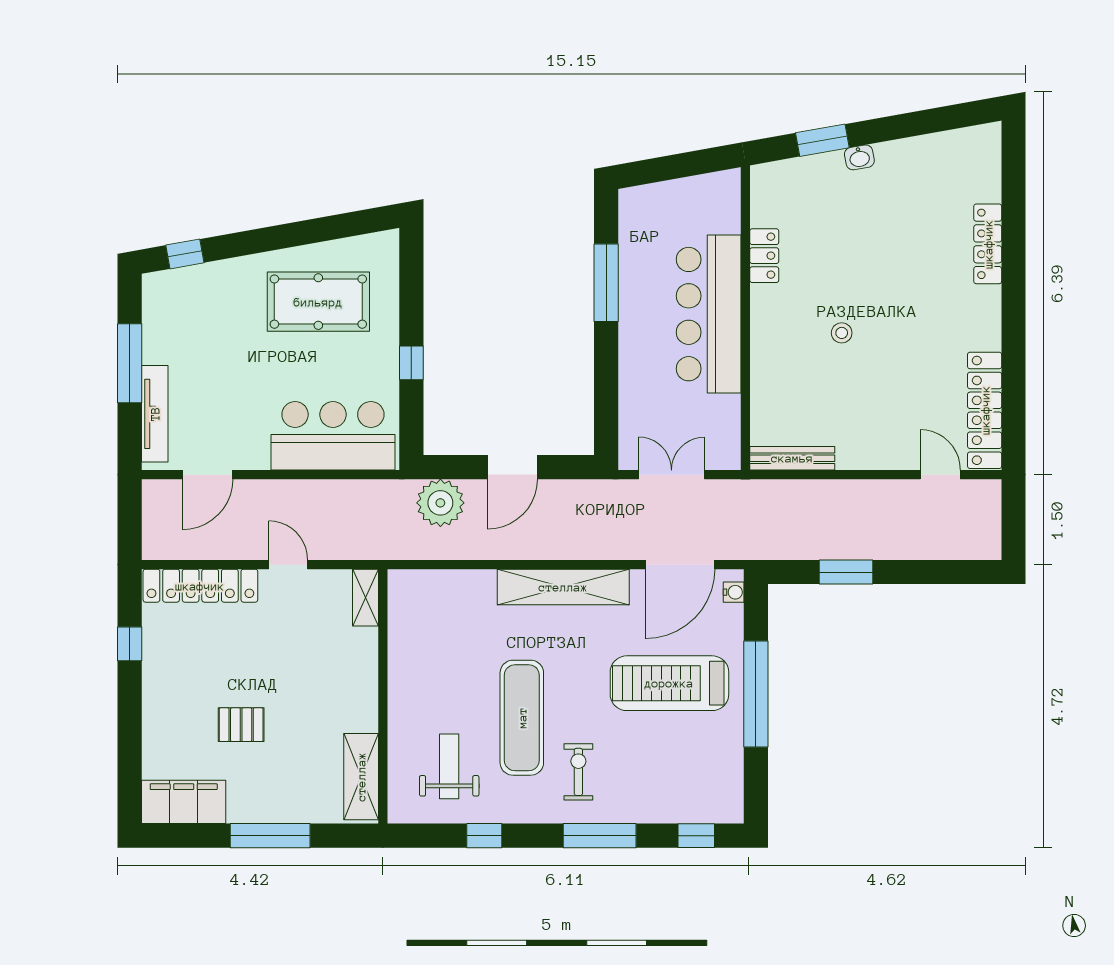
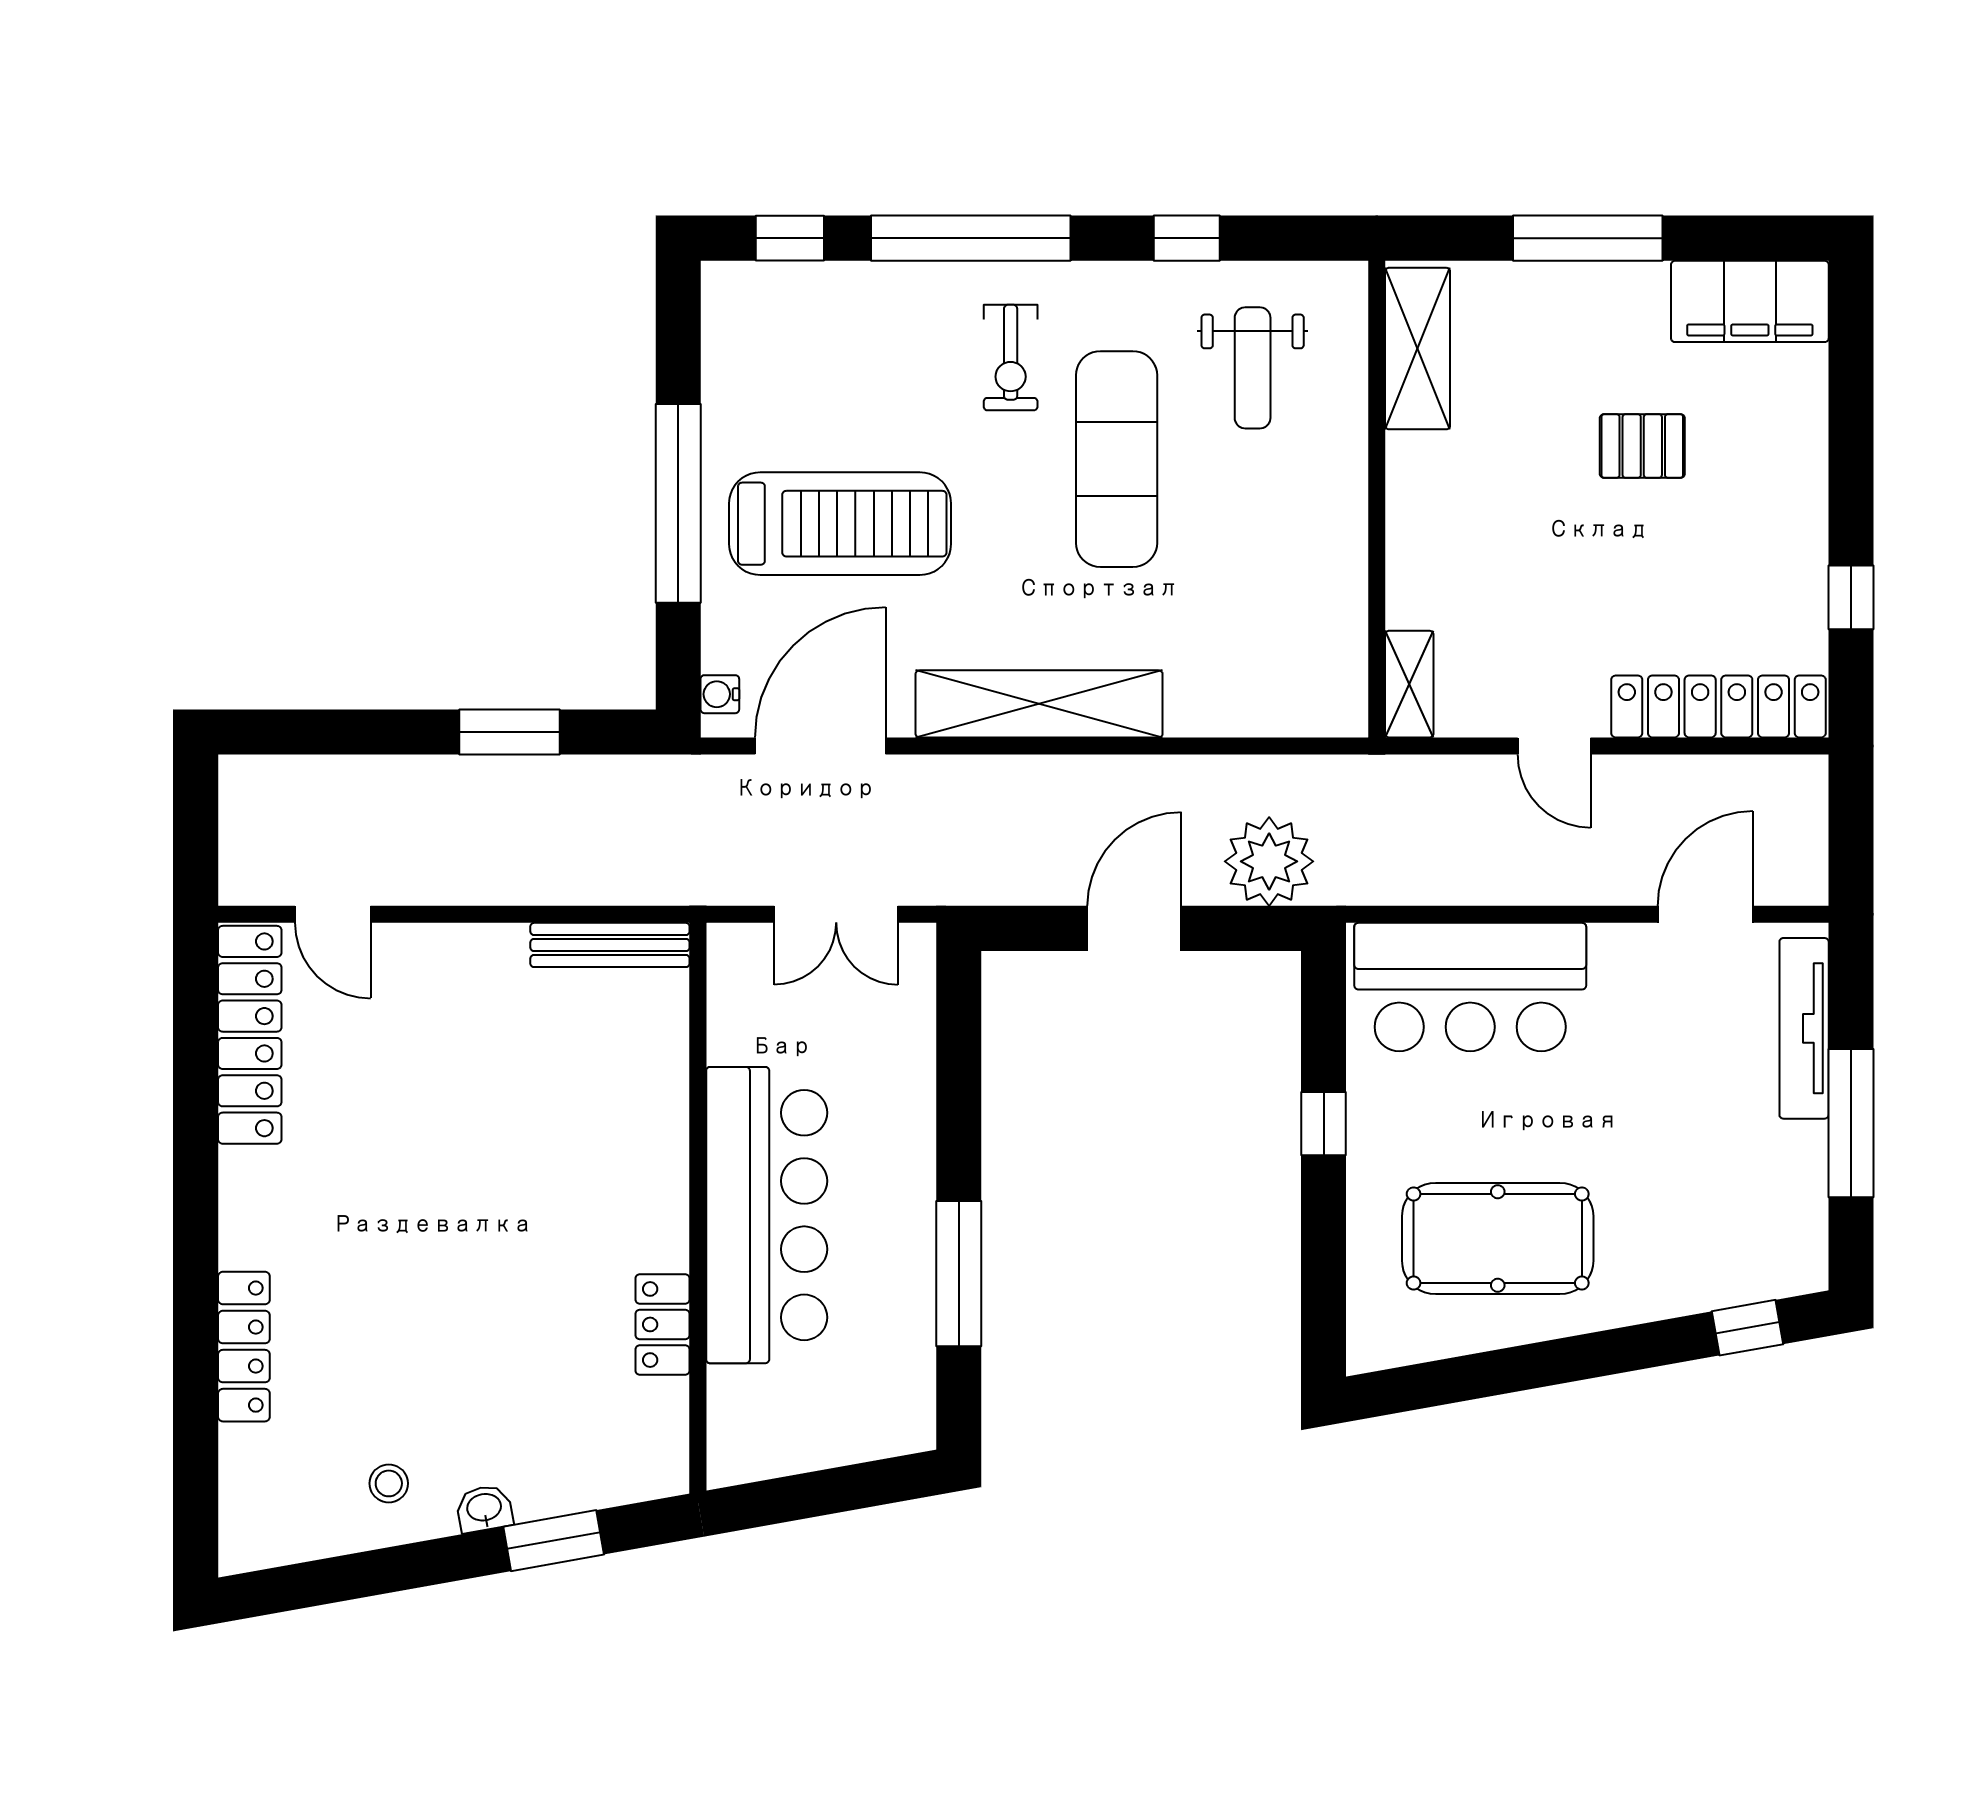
stool: (842, 333) -> (389, 1483), moved
window: (600, 836) -> (971, 238), width x1.46

